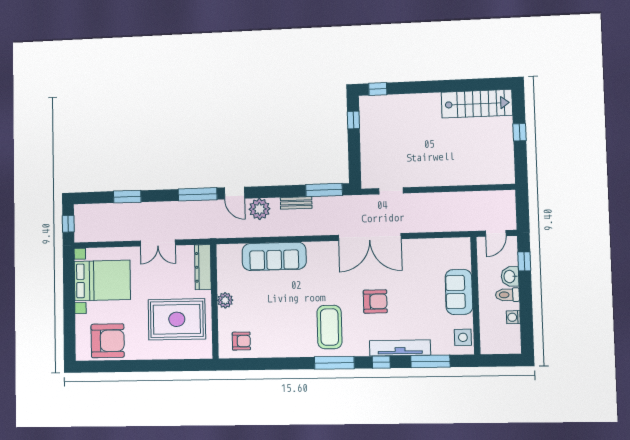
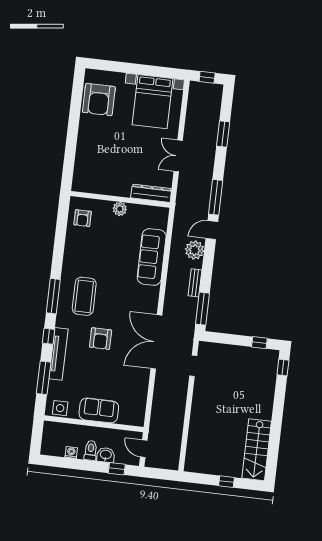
rug: (177, 319) -> (109, 164), removed
coffee table: (329, 327) -> (84, 296), turned 90

